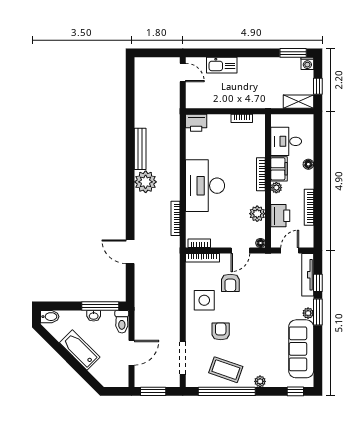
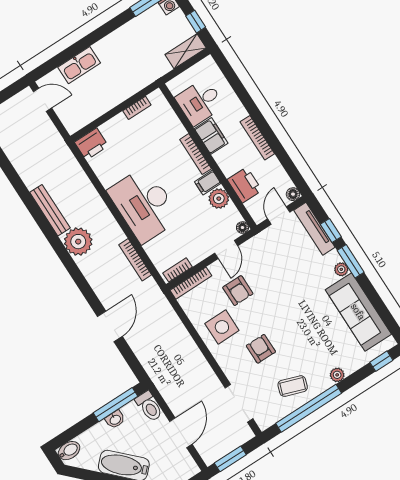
floor lamp: (308, 164) -> (293, 194), moved
plant: (276, 188) -> (221, 158), removed
filing cabinet: (257, 198) -> (208, 183), added
bookcase: (309, 207) -> (257, 138), moved
door: (130, 252) -> (110, 326), swing flipped
coffee table: (226, 370) -> (293, 386), width x0.73, depth x0.77

